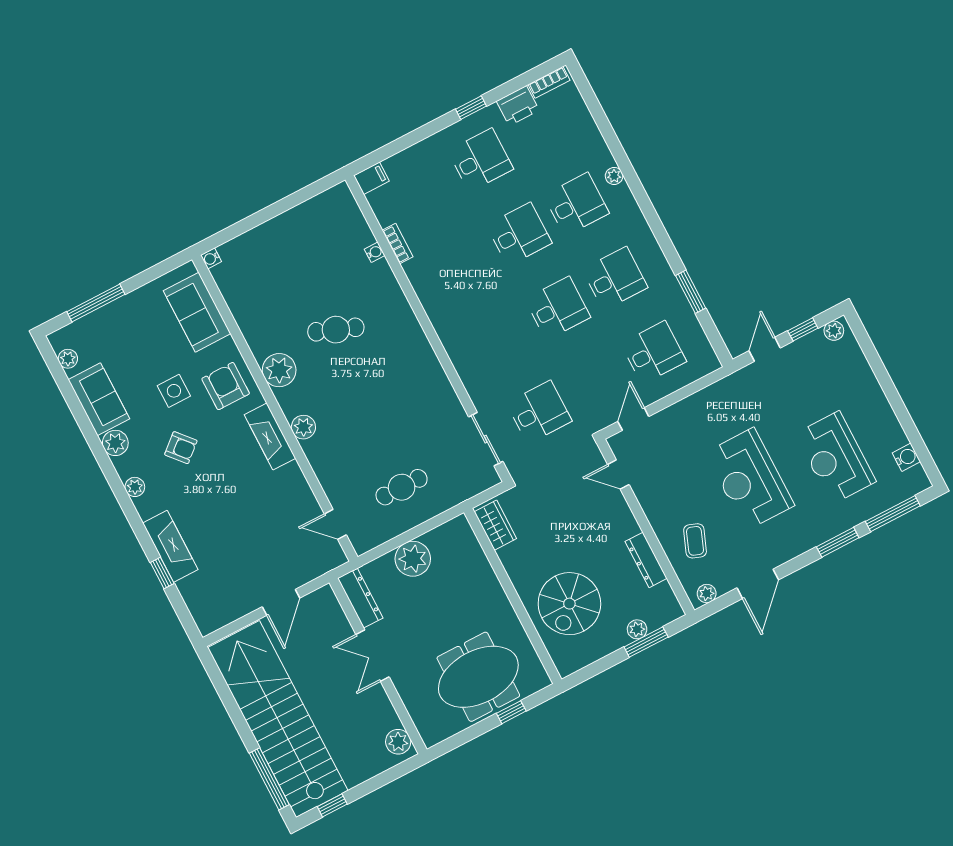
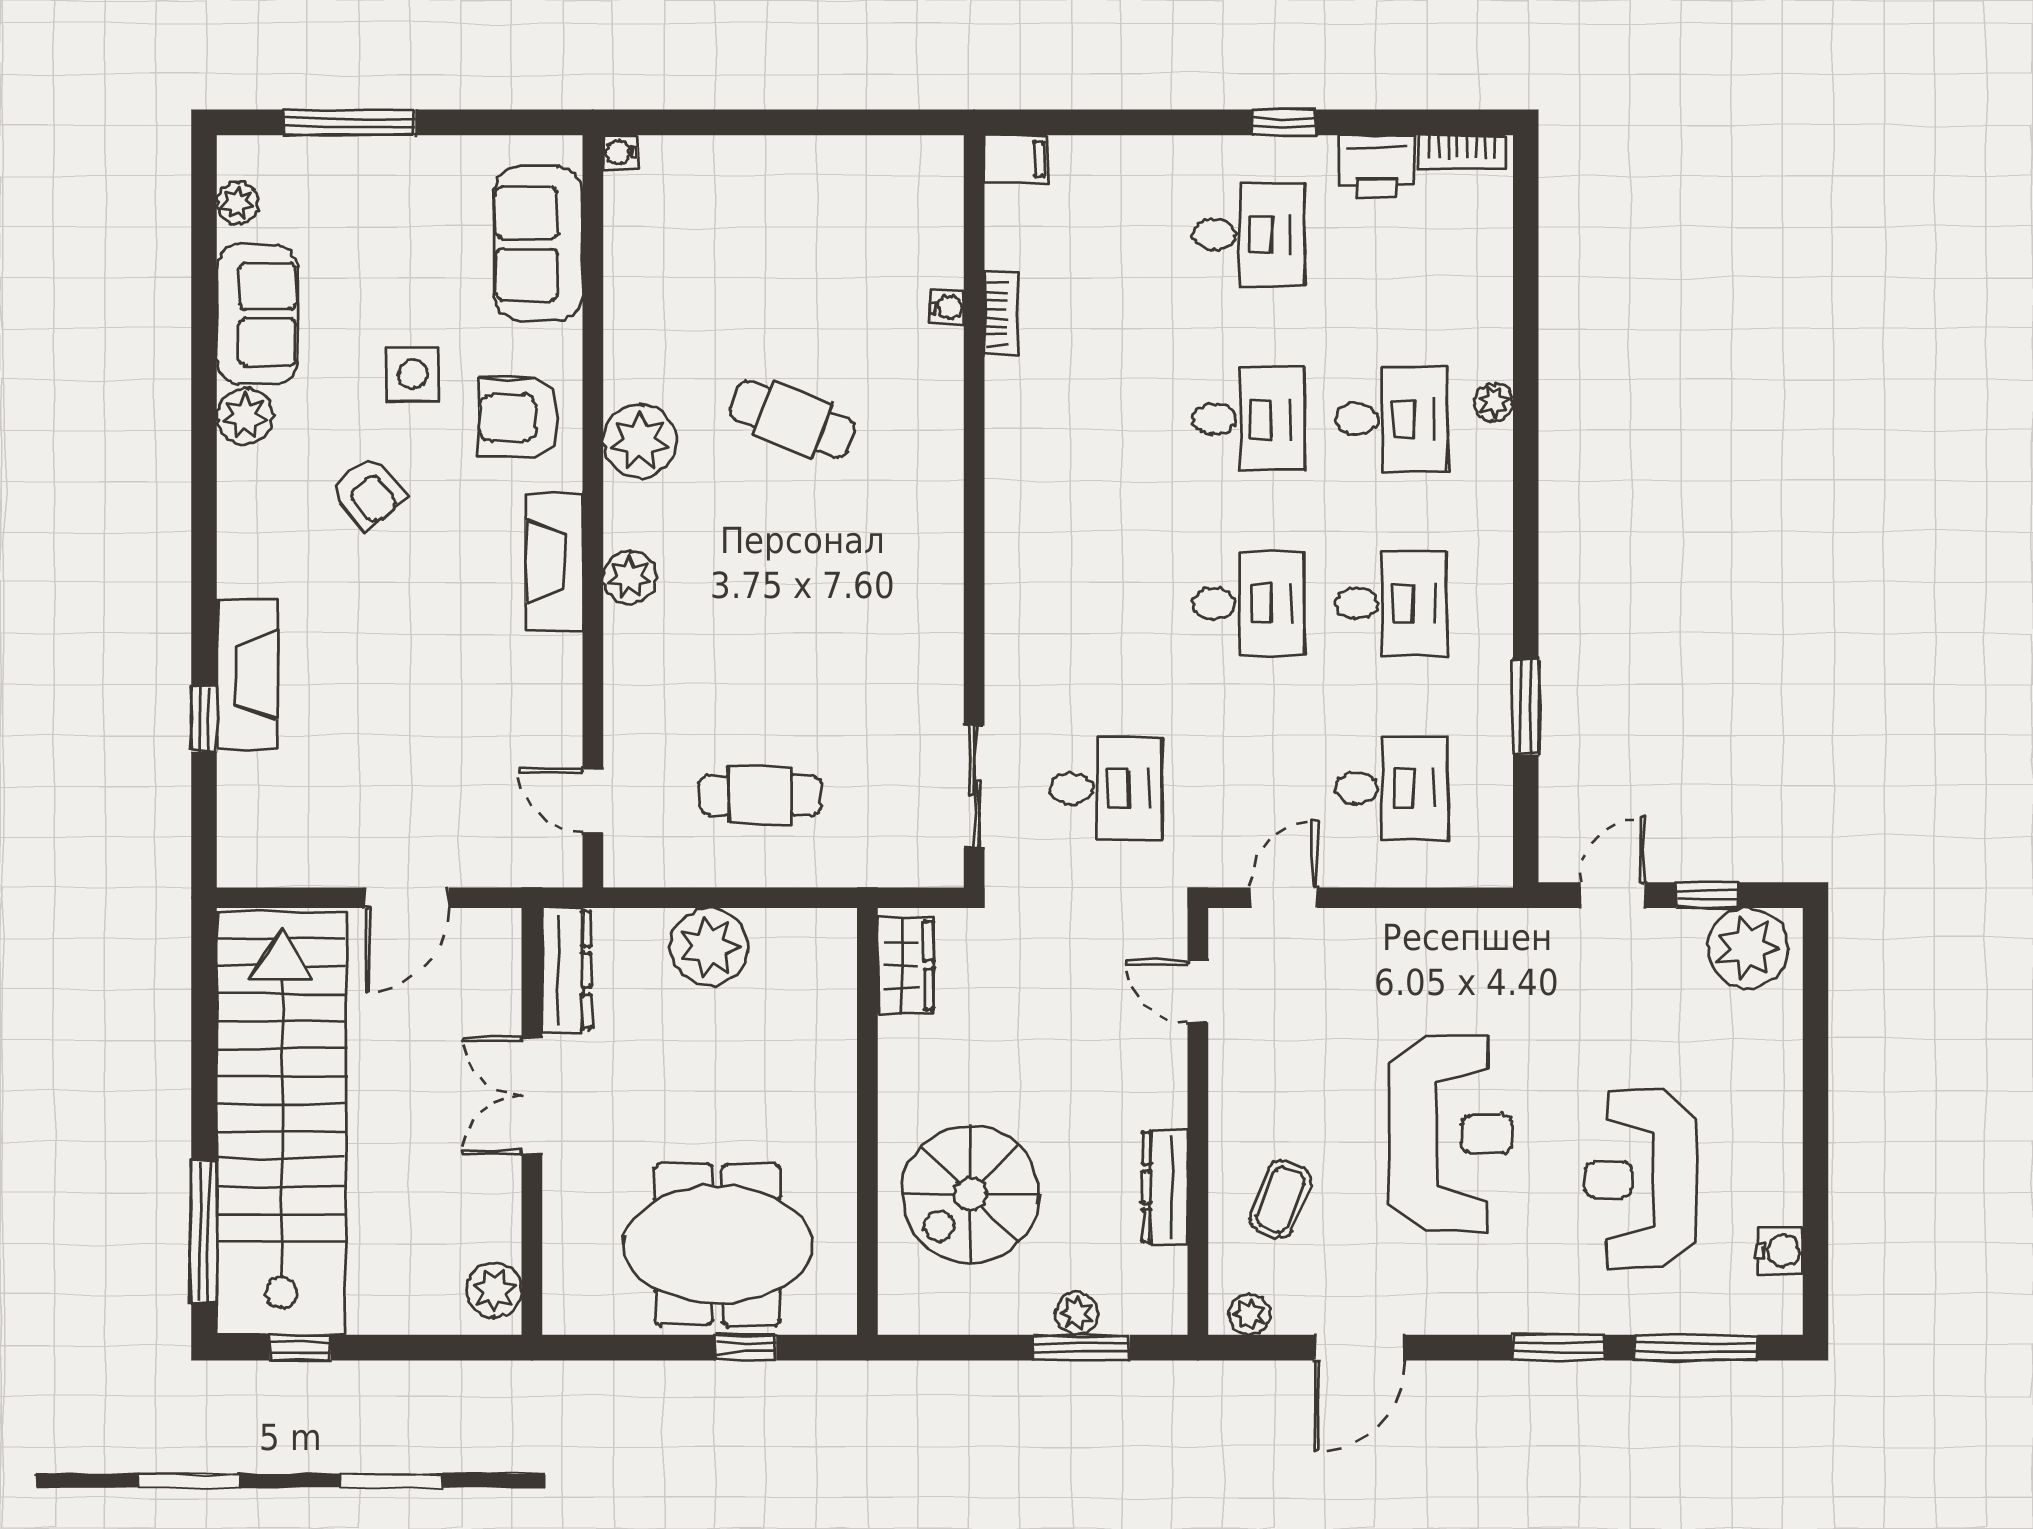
plant: (834, 331) -> (1748, 948), width x1.88, depth x1.88
armchair: (226, 386) -> (519, 418), turned -90
reception desk: (750, 479) -> (1451, 1134), turned 180
plant: (135, 487) -> (238, 523), removed

